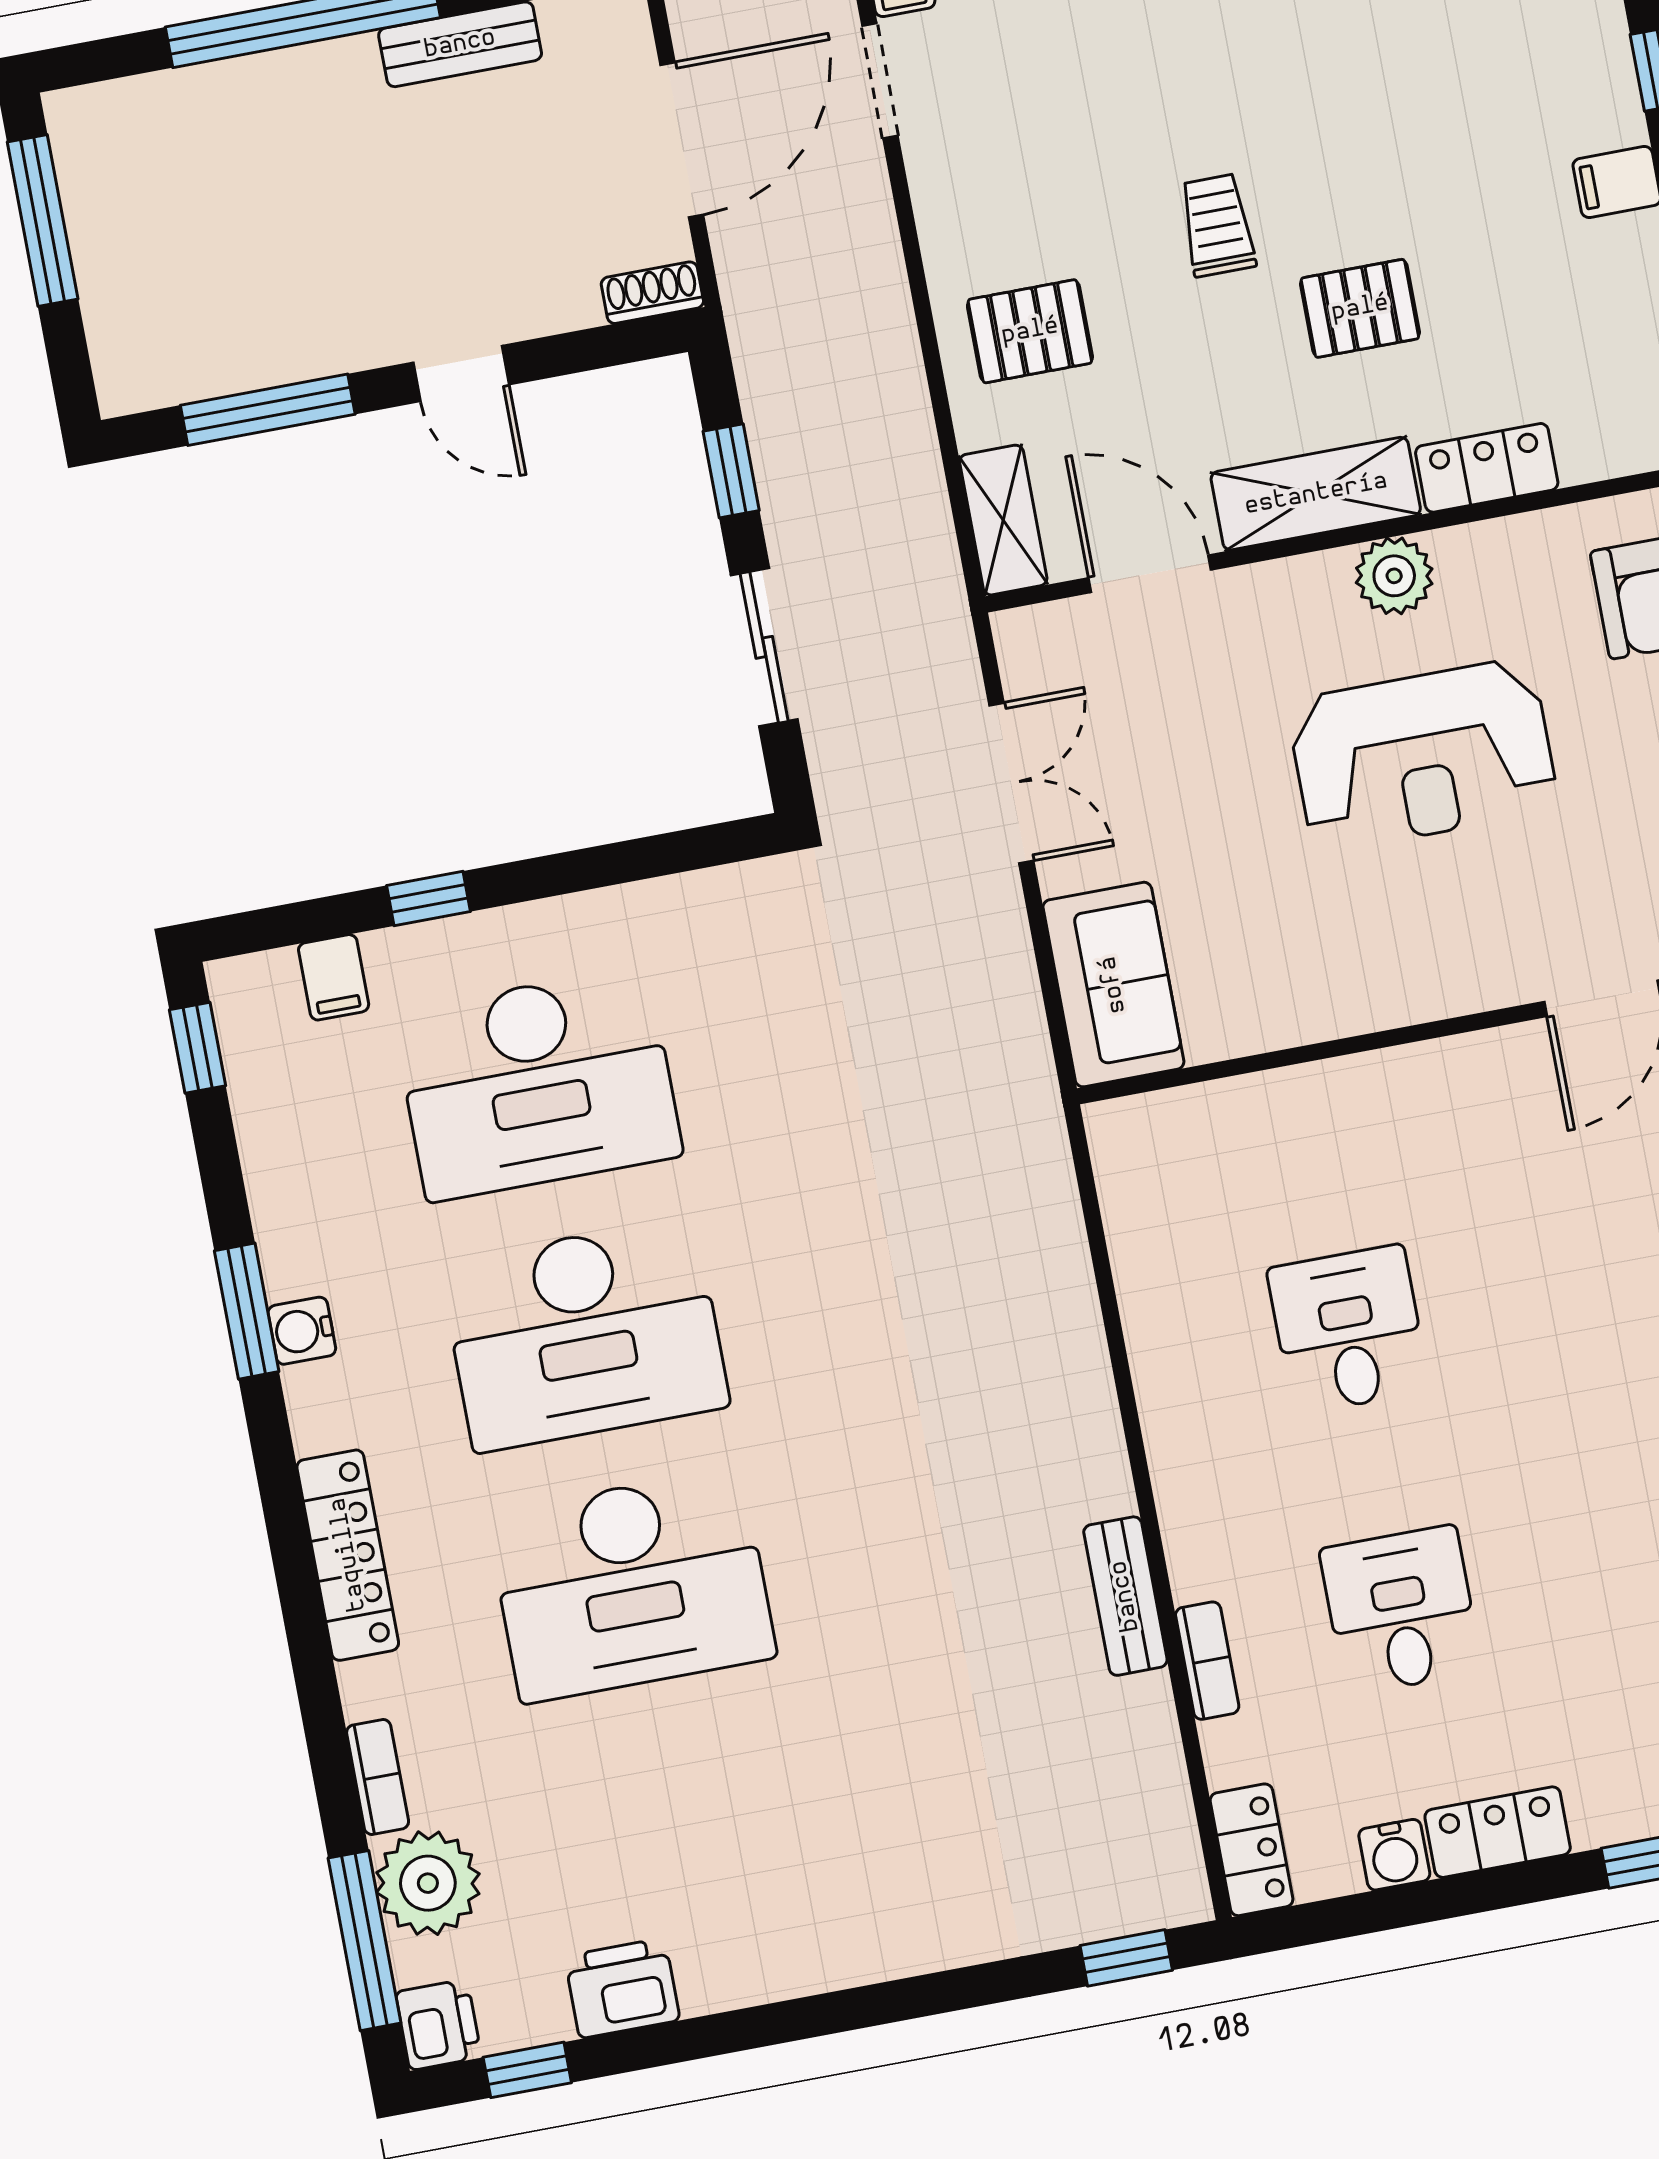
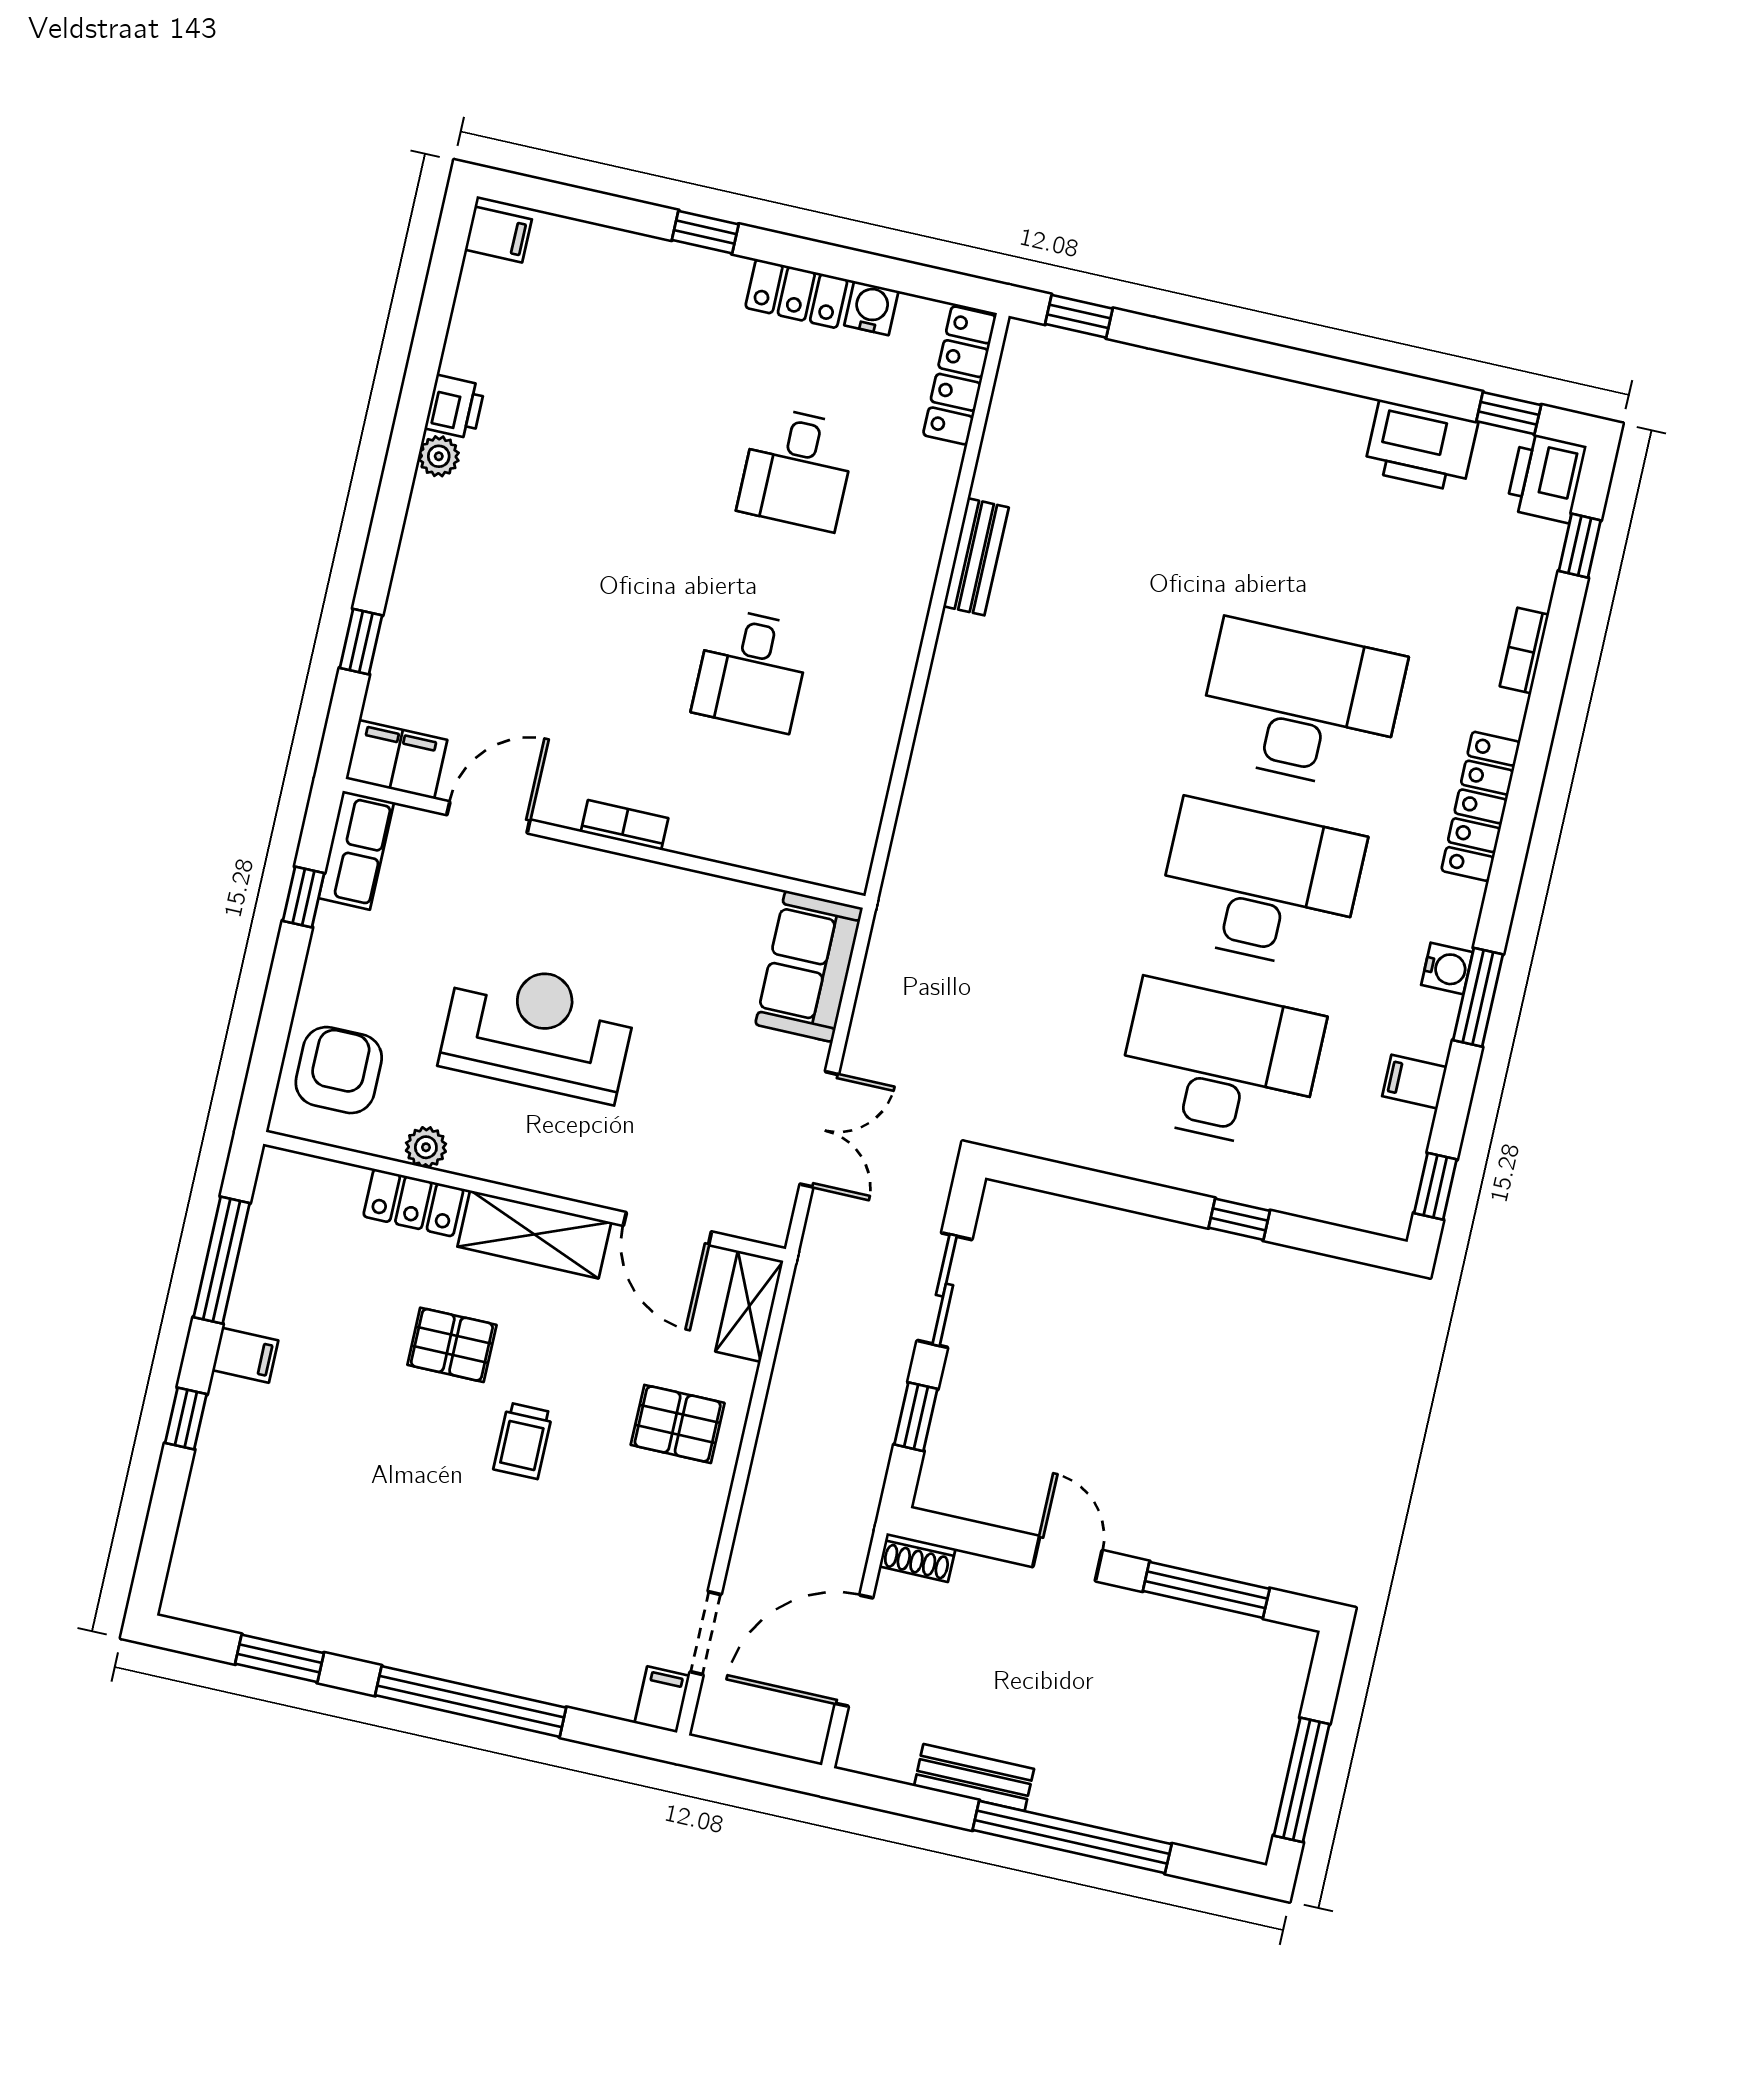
plant: (1394, 576) -> (426, 1147), moved, width x0.73, depth x0.73
double door: (1011, 783) -> (819, 1129), swing flipped
filing cabinet: (334, 977) -> (1415, 1082), moved, turned -90
bookcase: (1207, 1661) -> (625, 825), moved, turned 90
locker: (1252, 1850) -> (960, 375), width x1.53
plant: (428, 1883) -> (1521, 566), removed
window: (365, 1941) -> (1580, 546), width x0.46
printer: (622, 1988) -> (1421, 446), width x1.37, depth x1.19
printer: (438, 2025) -> (1546, 478), width x1.36, depth x1.24

